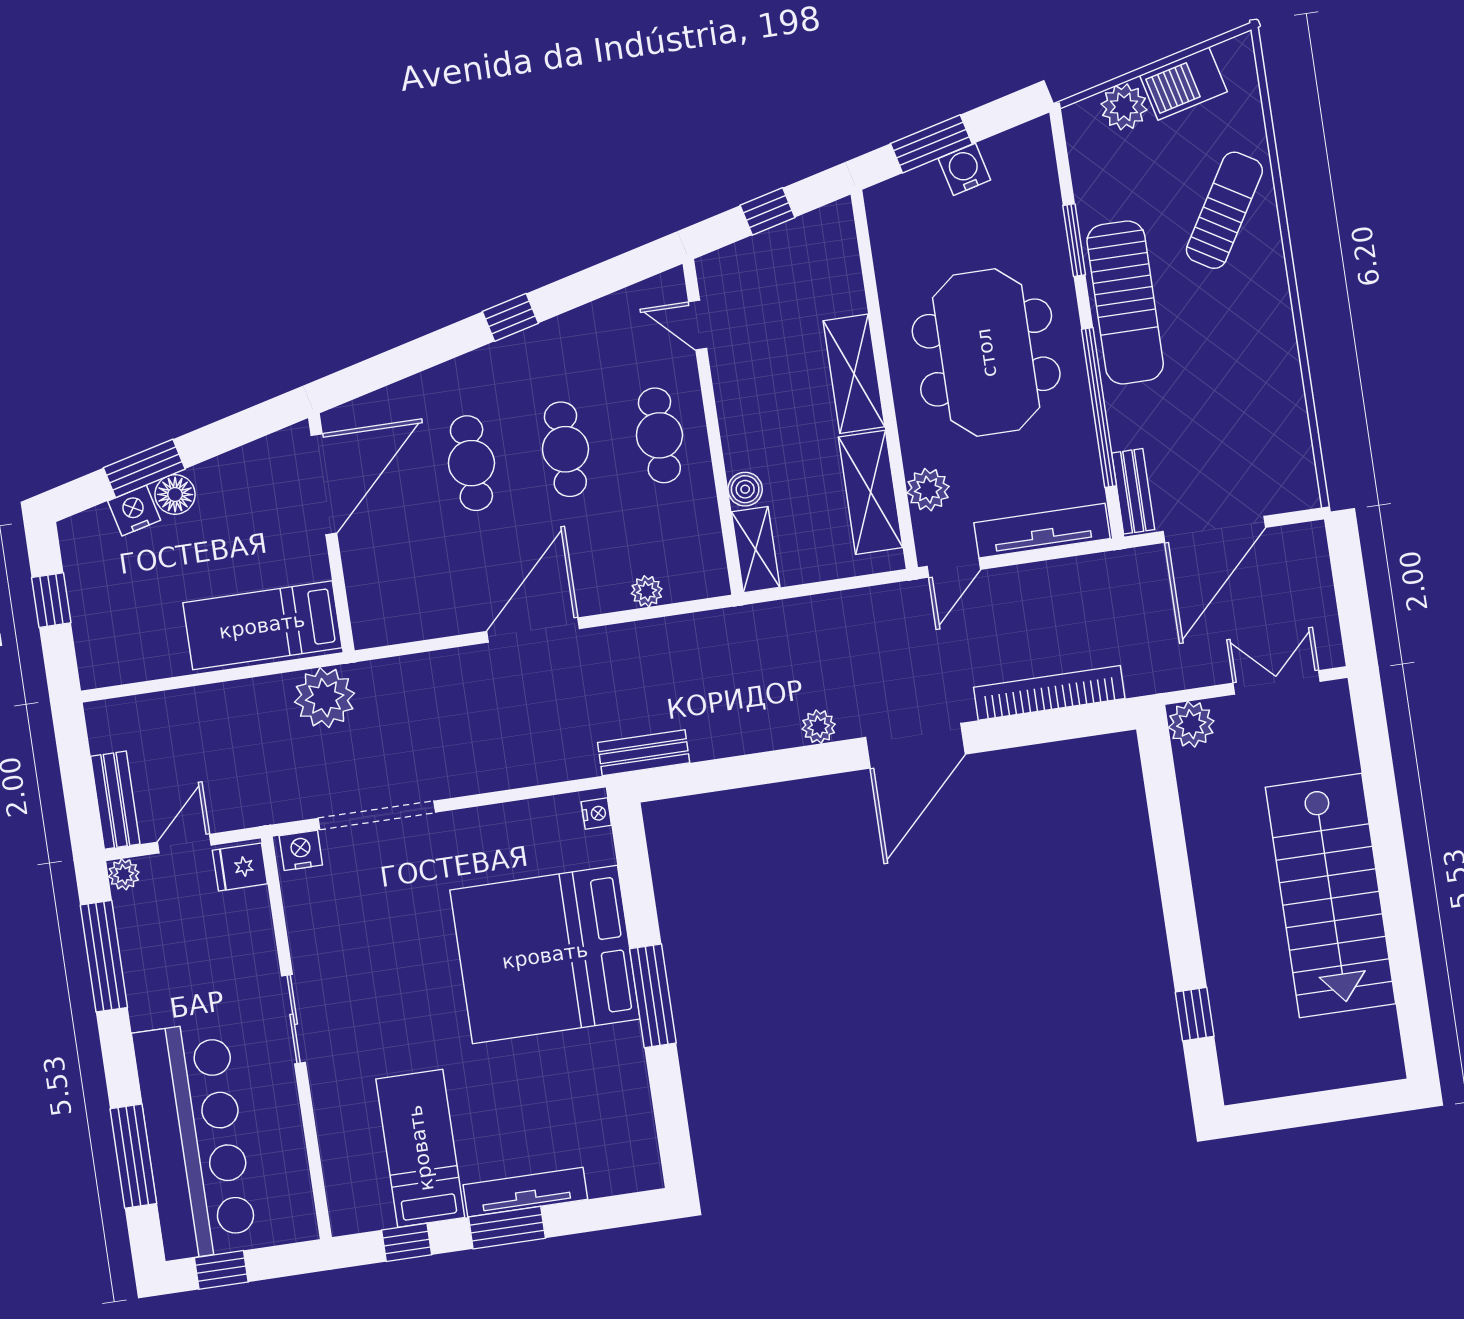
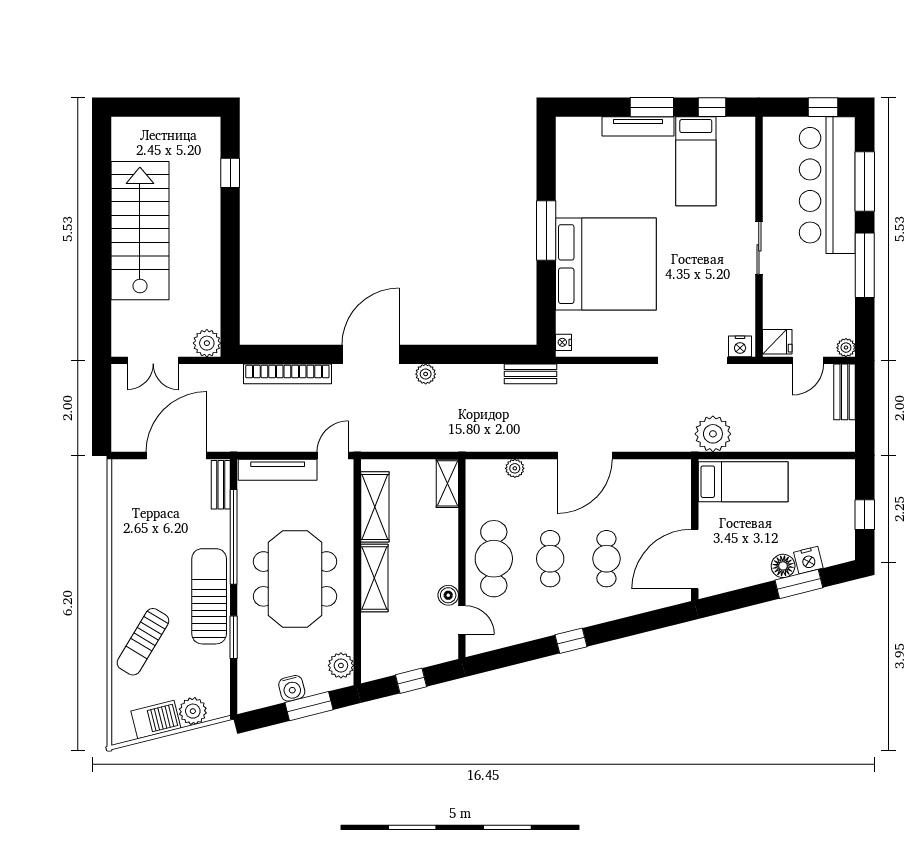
cafe table: (659, 435) -> (494, 559), width x1.37, depth x1.35
boiler: (745, 489) -> (448, 595), moved
plant: (928, 490) -> (341, 665), moved
window: (104, 956) -> (865, 265), moved

